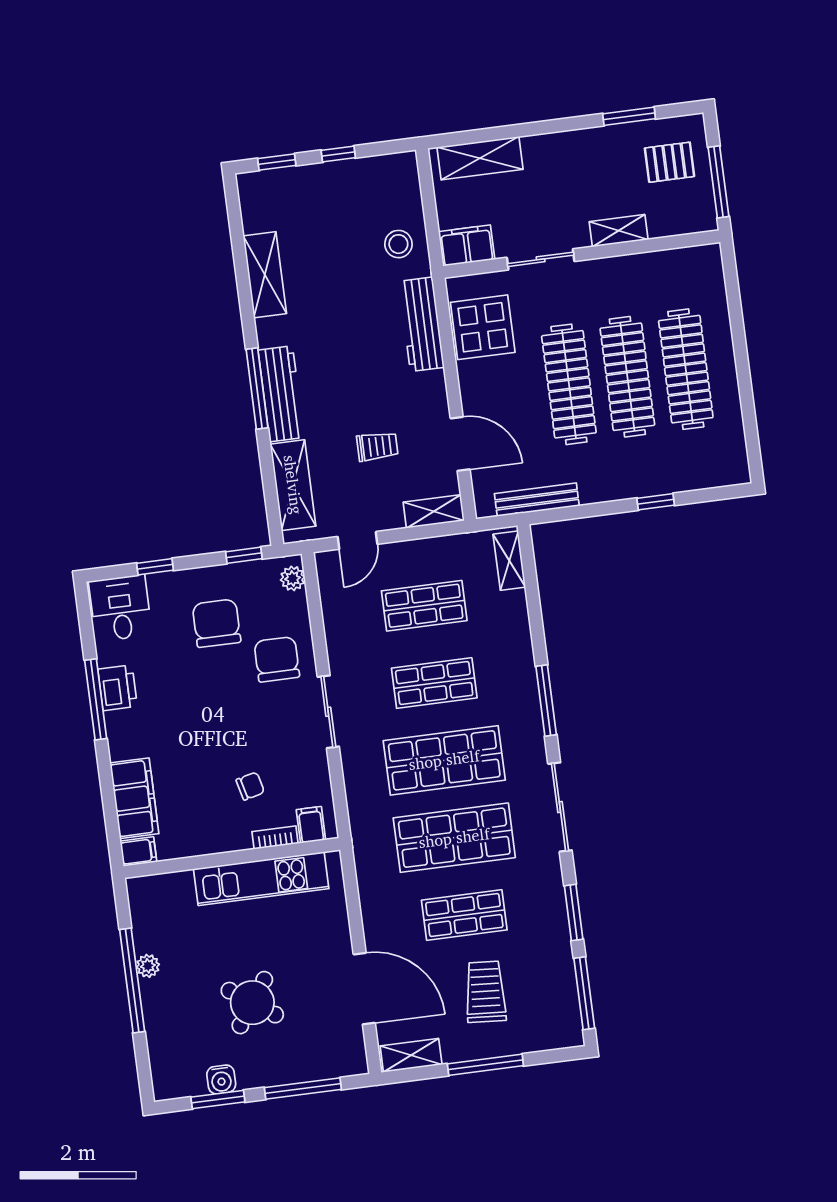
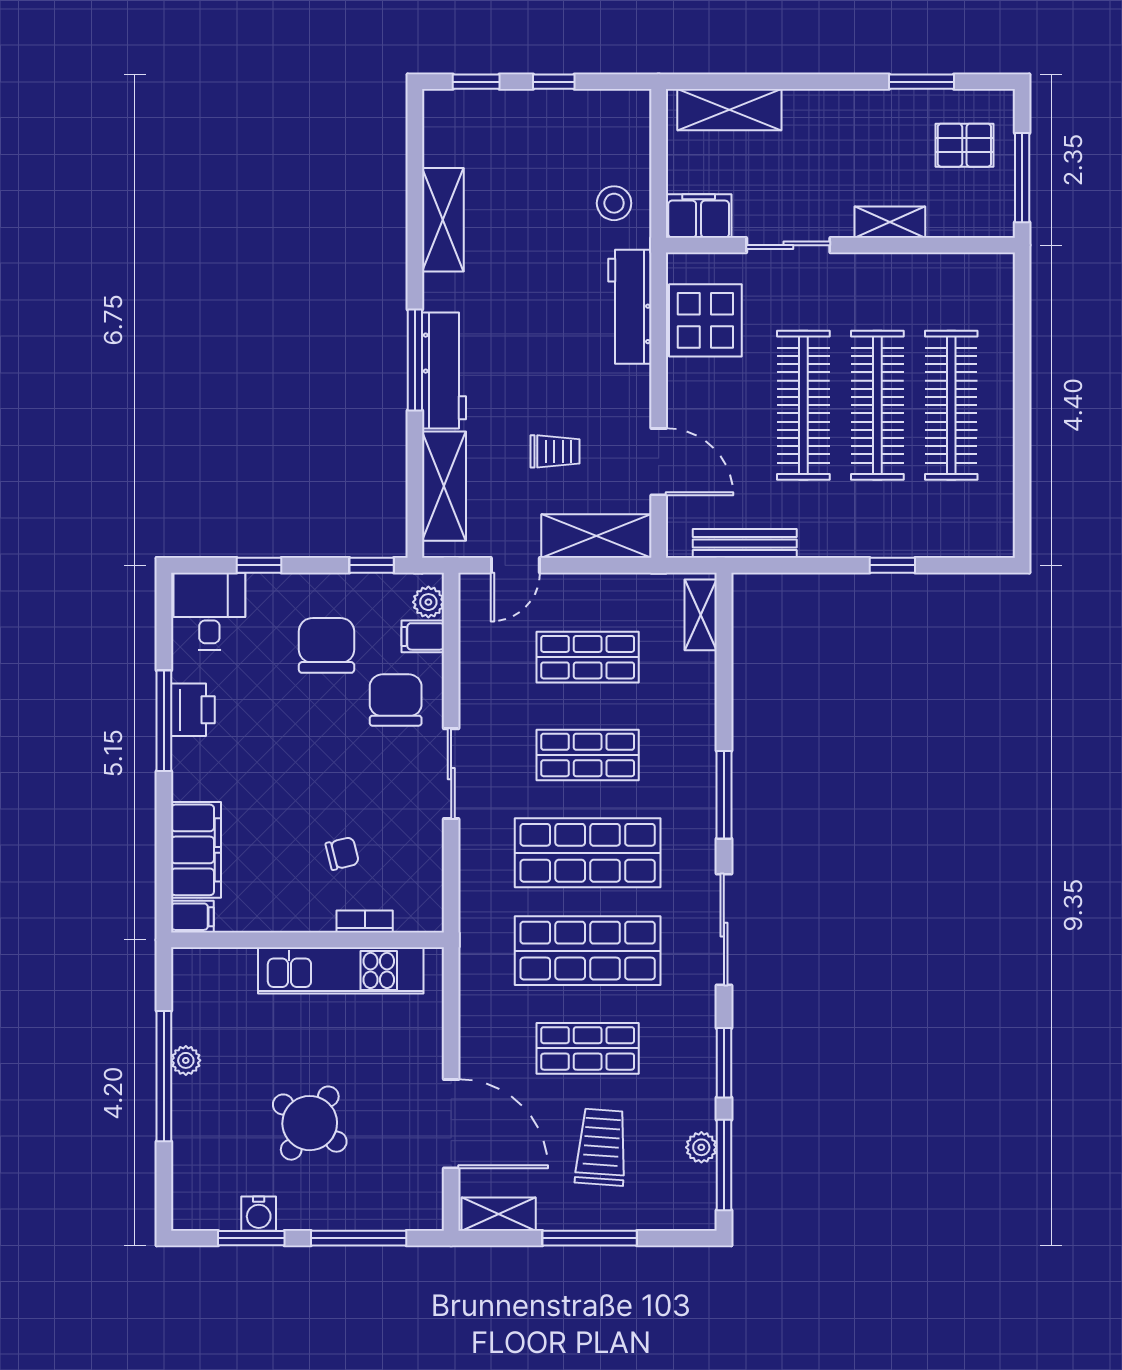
shelving: (434, 511) -> (596, 536), width x1.50, depth x1.33
filing cabinet: (311, 825) -> (423, 636), moved, turned -90
plant: (564, 982) -> (701, 1147), added

